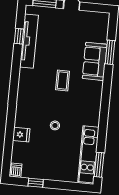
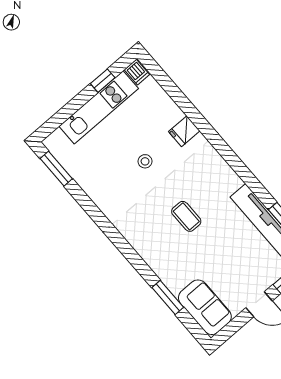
sofa: (95, 61) -> (205, 307), moved
fridge: (21, 135) -> (184, 131), moved
kitchen unit: (88, 154) -> (99, 107), moved, turned 90

